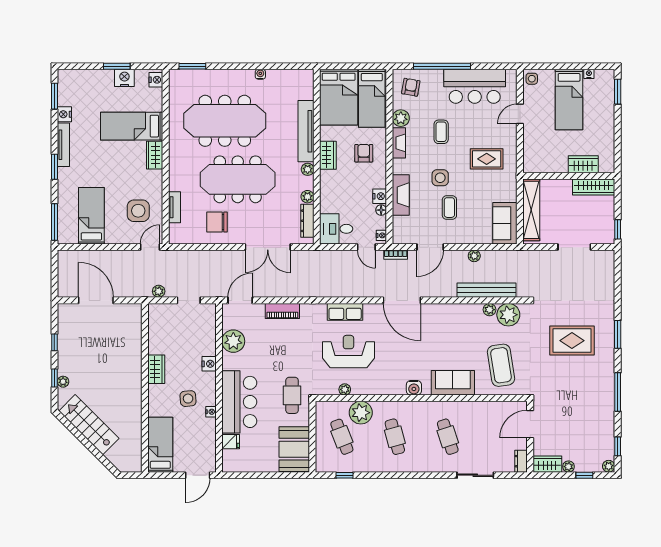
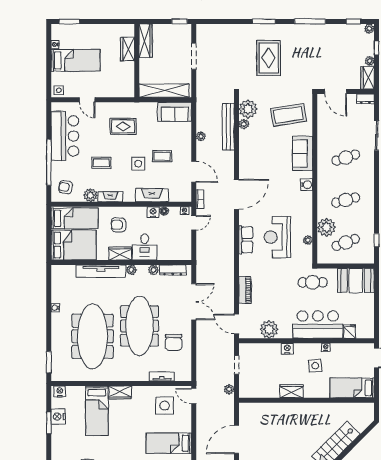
rug: (487, 159) -> (123, 126), turned 90
desk: (336, 229) -> (145, 247), moved

